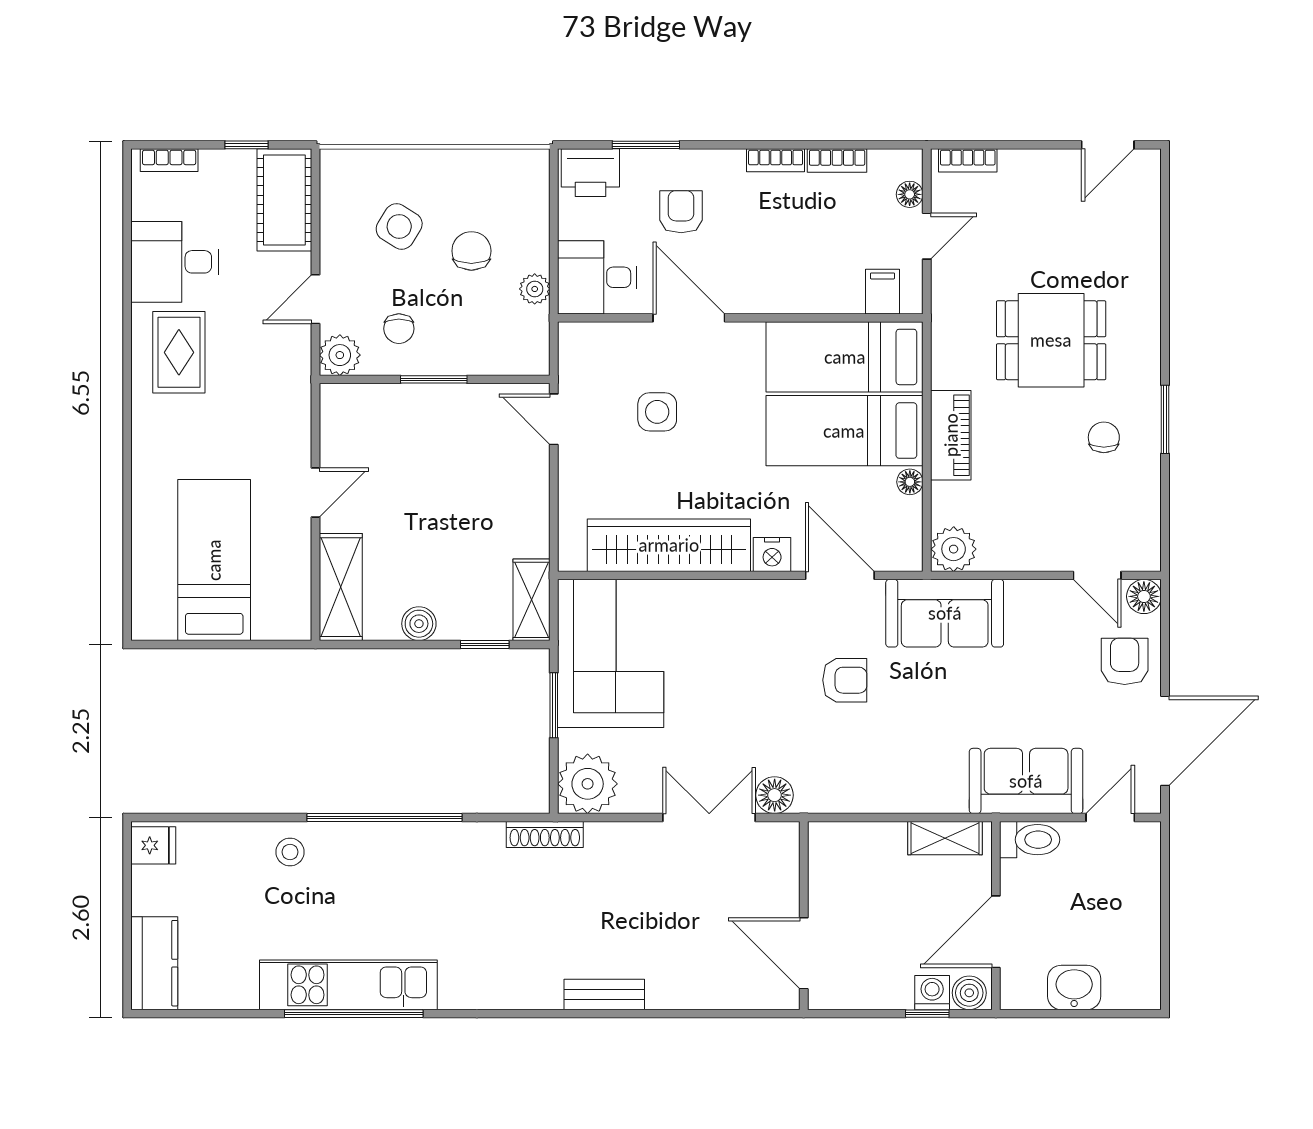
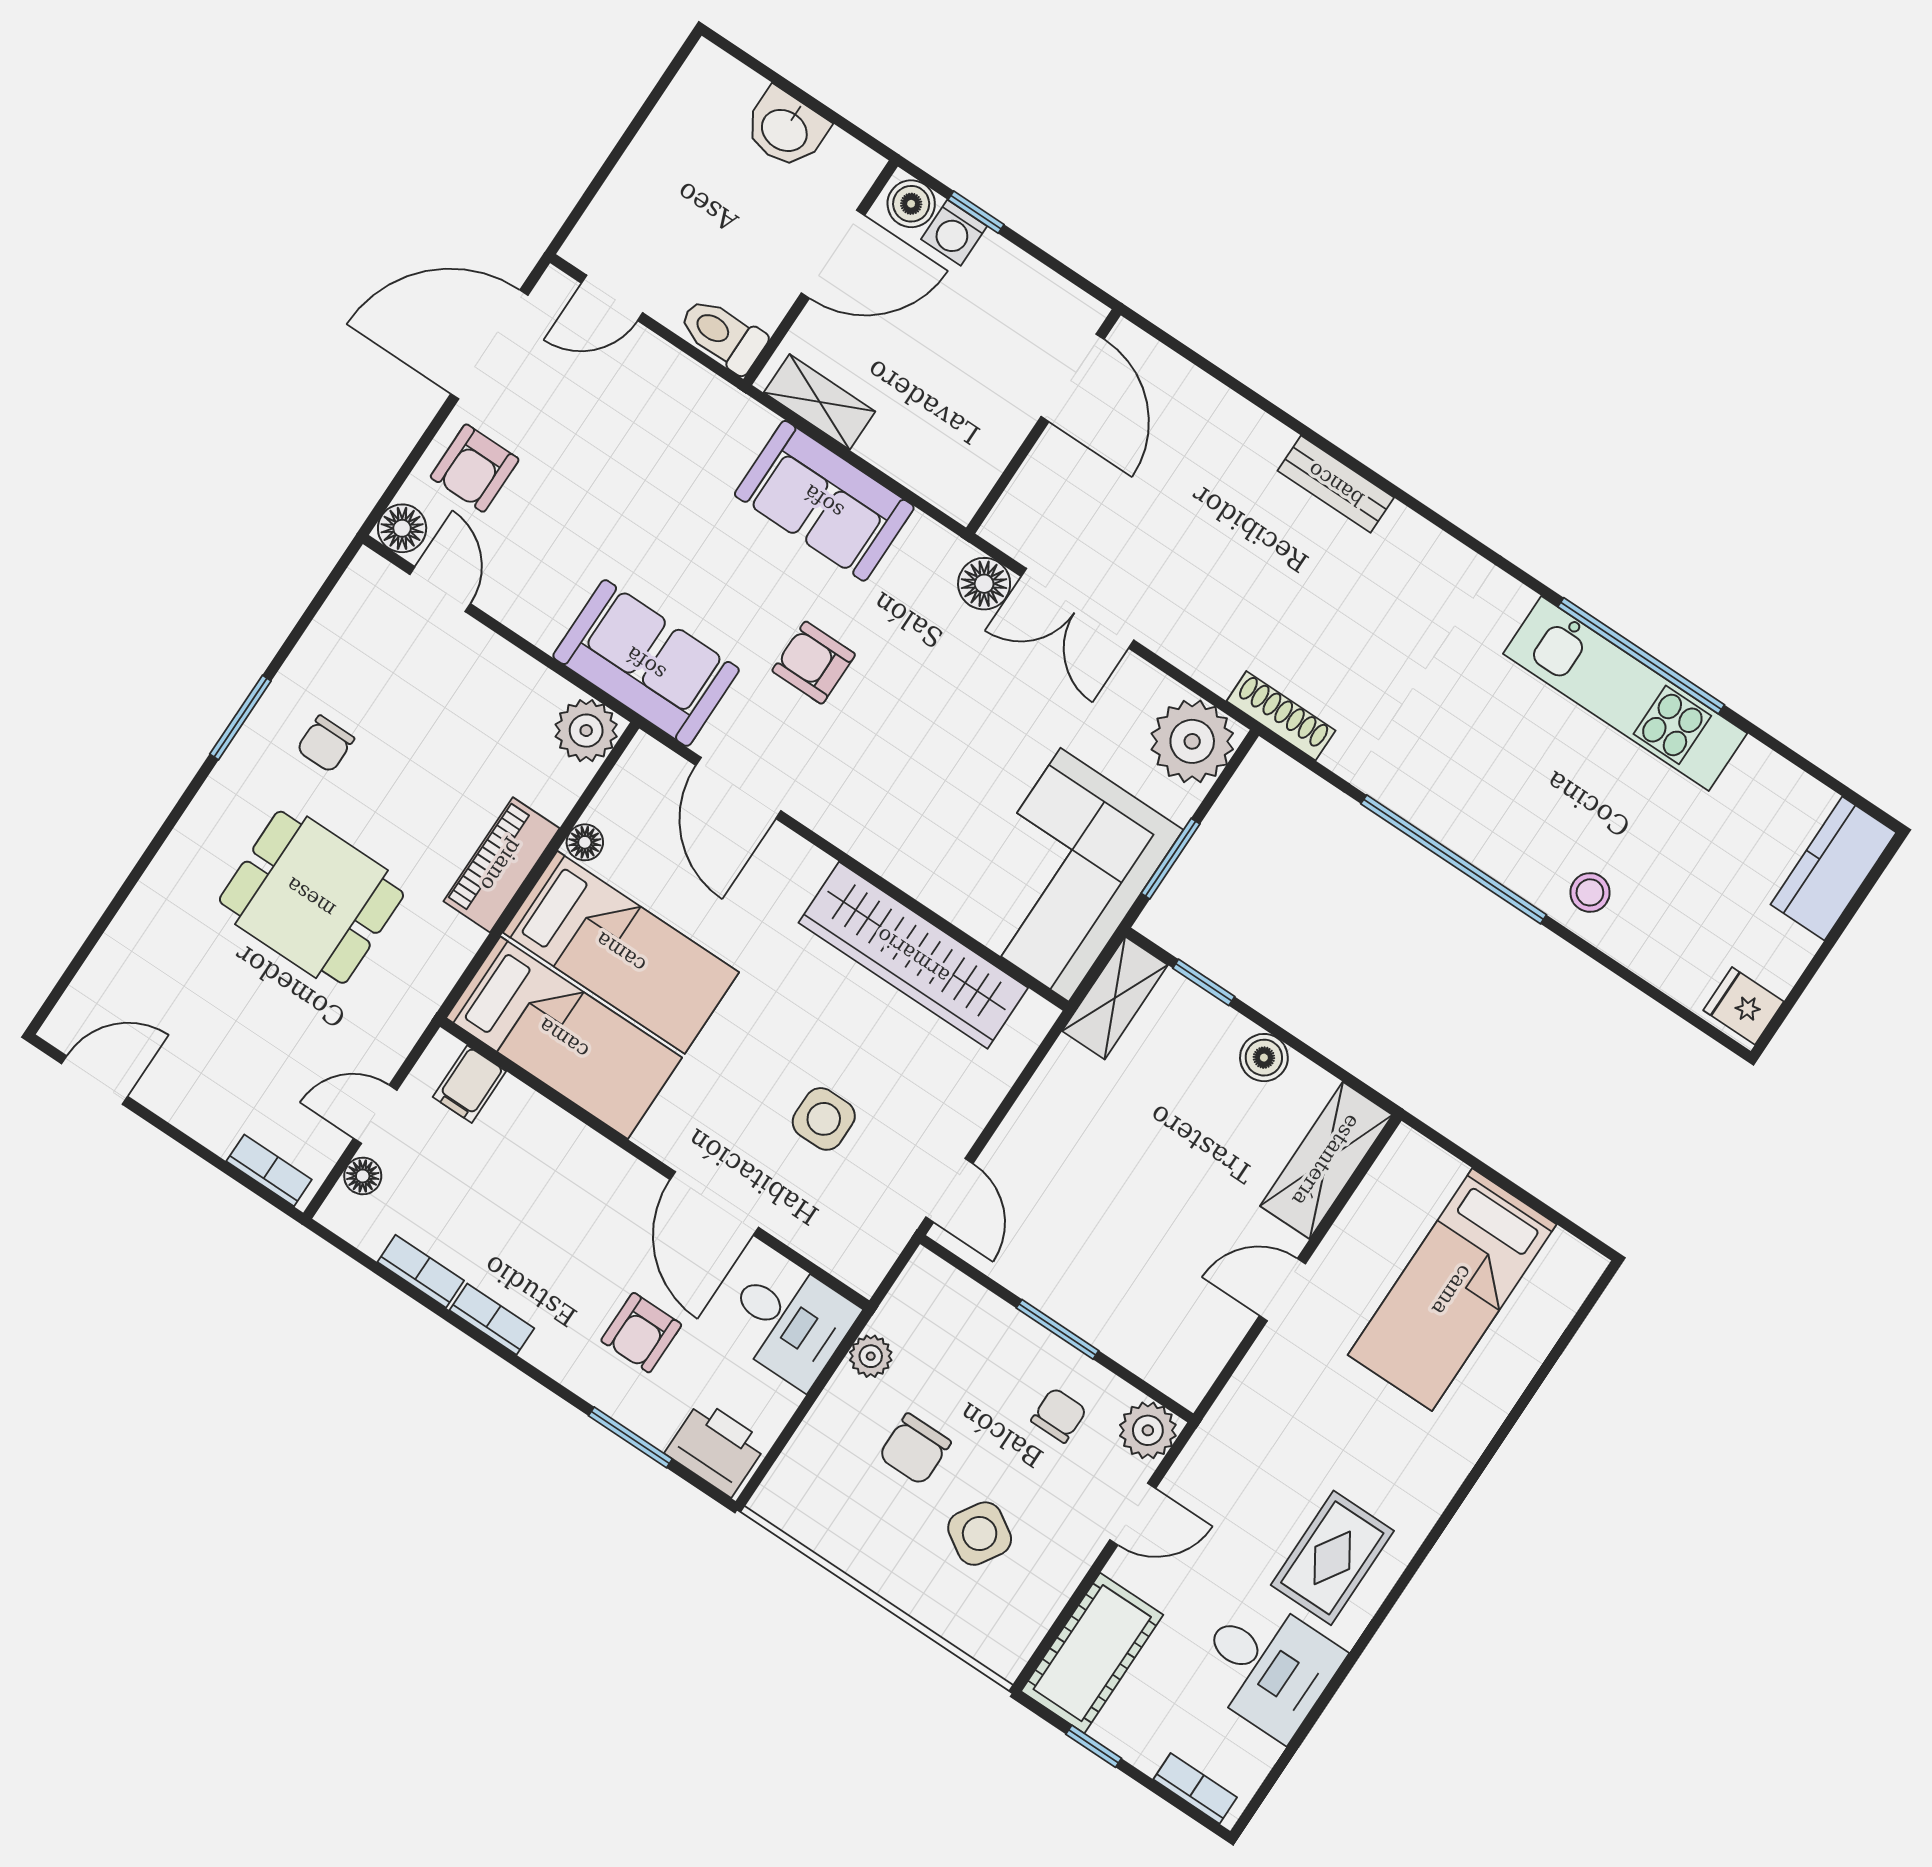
nightstand: (772, 554) -> (801, 865), removed
sofa: (1026, 781) -> (824, 501), moved

